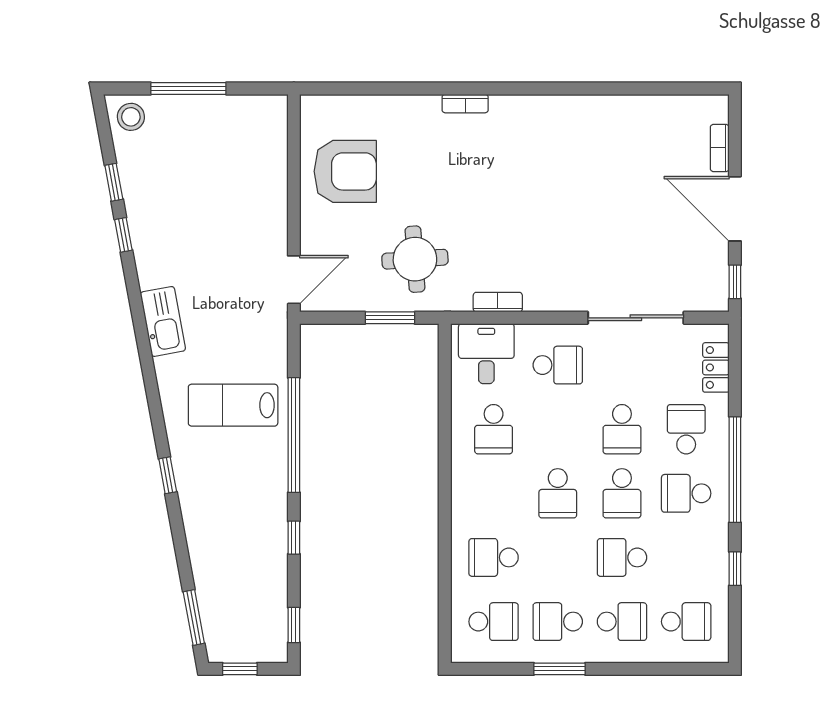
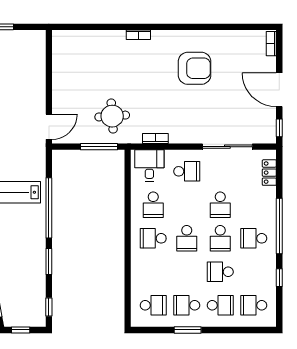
bookcase: (720, 148) -> (271, 44), moved
armchair: (345, 171) -> (195, 68), moved
window: (390, 318) -> (99, 147), width x1.44
school desk: (686, 429) -> (254, 205), removed
window: (294, 538) -> (49, 261), width x1.50
school desk: (494, 557) -> (153, 238), moved
school desk: (686, 622) -> (254, 305), turned 180

